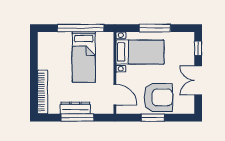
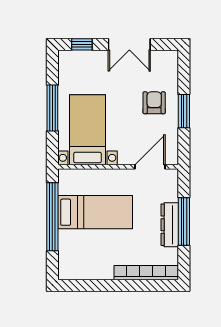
armchair: (158, 97) -> (154, 103), width x0.53, depth x0.53

